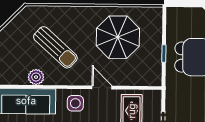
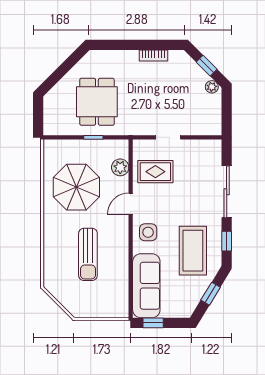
sun lounger: (55, 47) -> (88, 254), turned 138
plant: (36, 77) -> (120, 167), moved

